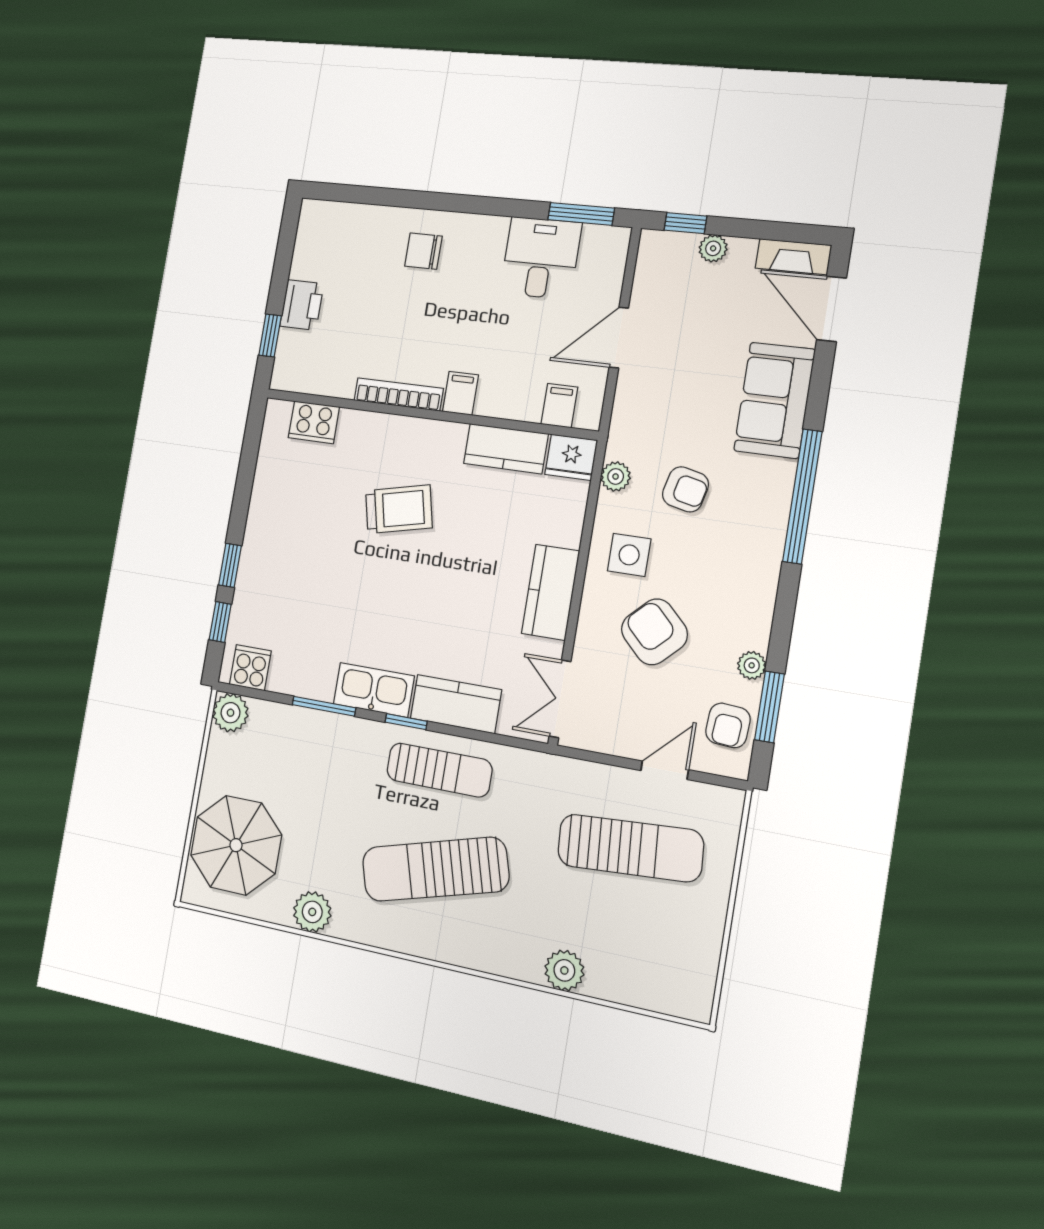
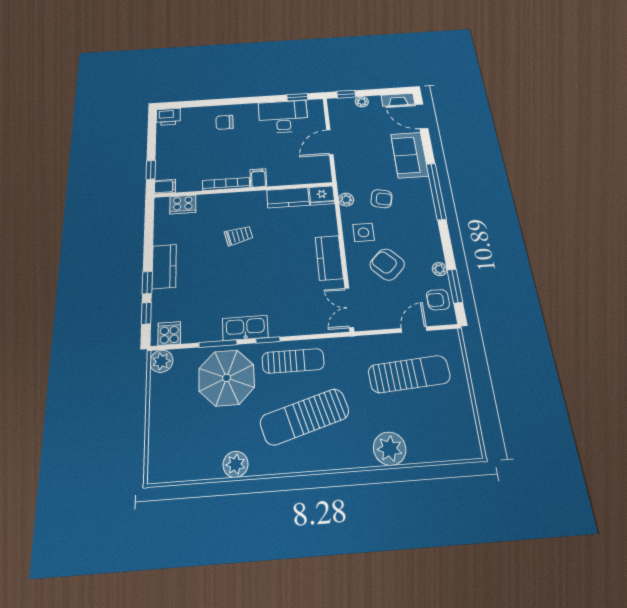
window: (581, 214) -> (297, 97), width x0.67
desk: (541, 258) -> (283, 117), width x1.37
printer: (302, 305) -> (168, 117), moved, turned 90
filing cabinet: (559, 406) -> (165, 187), moved, turned 90
trolley: (399, 509) -> (239, 236), width x0.73, depth x0.72
kitchen counter: (456, 704) -> (164, 266), moved, turned 90
armchair: (728, 725) -> (438, 300), turned 86
parasol: (236, 845) -> (227, 378), moved
plant: (564, 970) -> (390, 449), width x1.36, depth x1.36

